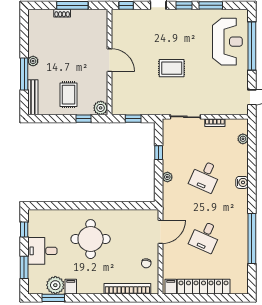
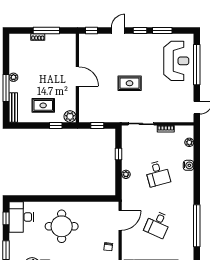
rug: (69, 95) -> (43, 105), turned 90
desk: (205, 176) -> (158, 174), turned -39
water cooler: (242, 182) -> (189, 165), moved
desk: (42, 251) -> (21, 217), moved, width x1.37

